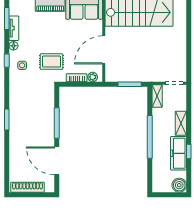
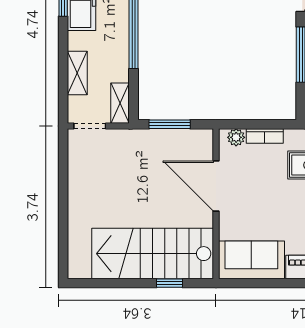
door: (104, 50) -> (216, 186), swing flipped
shelving: (181, 123) -> (77, 73), moved

